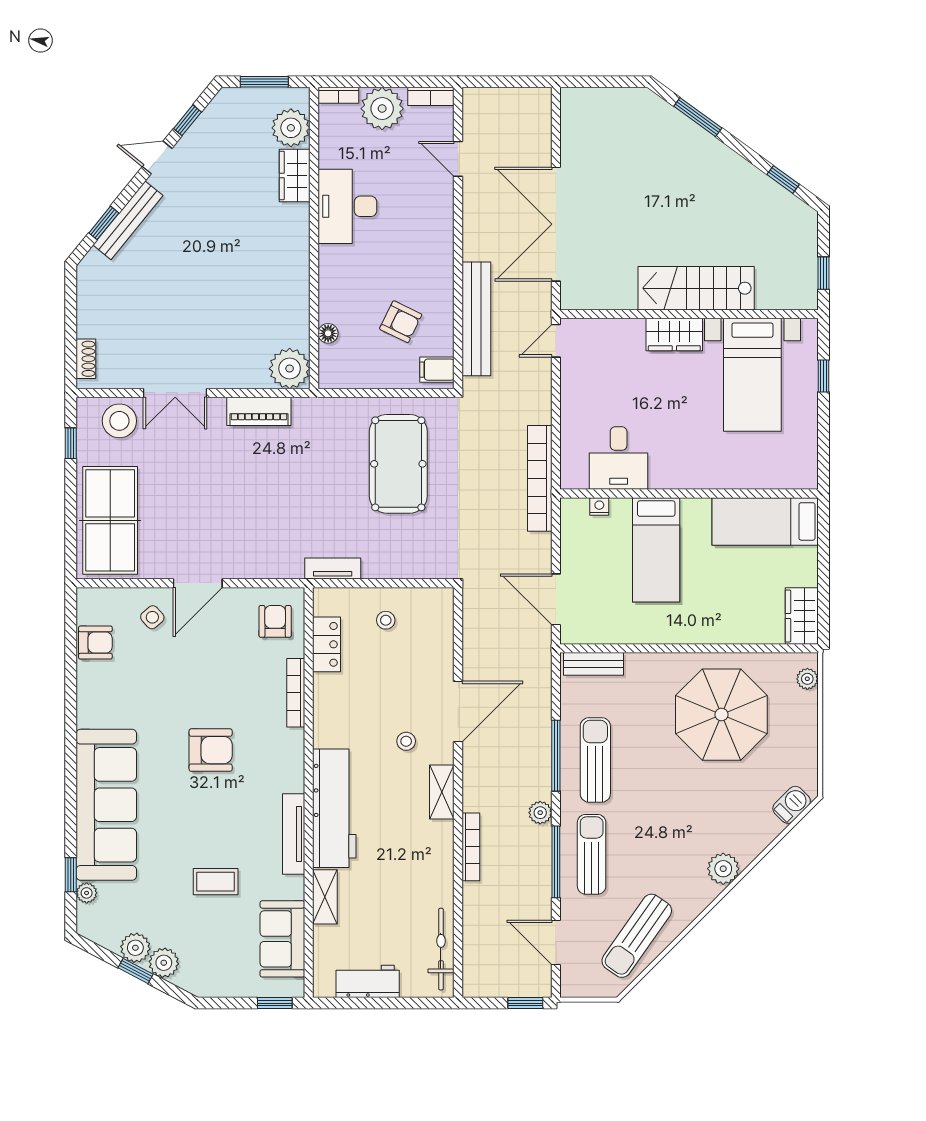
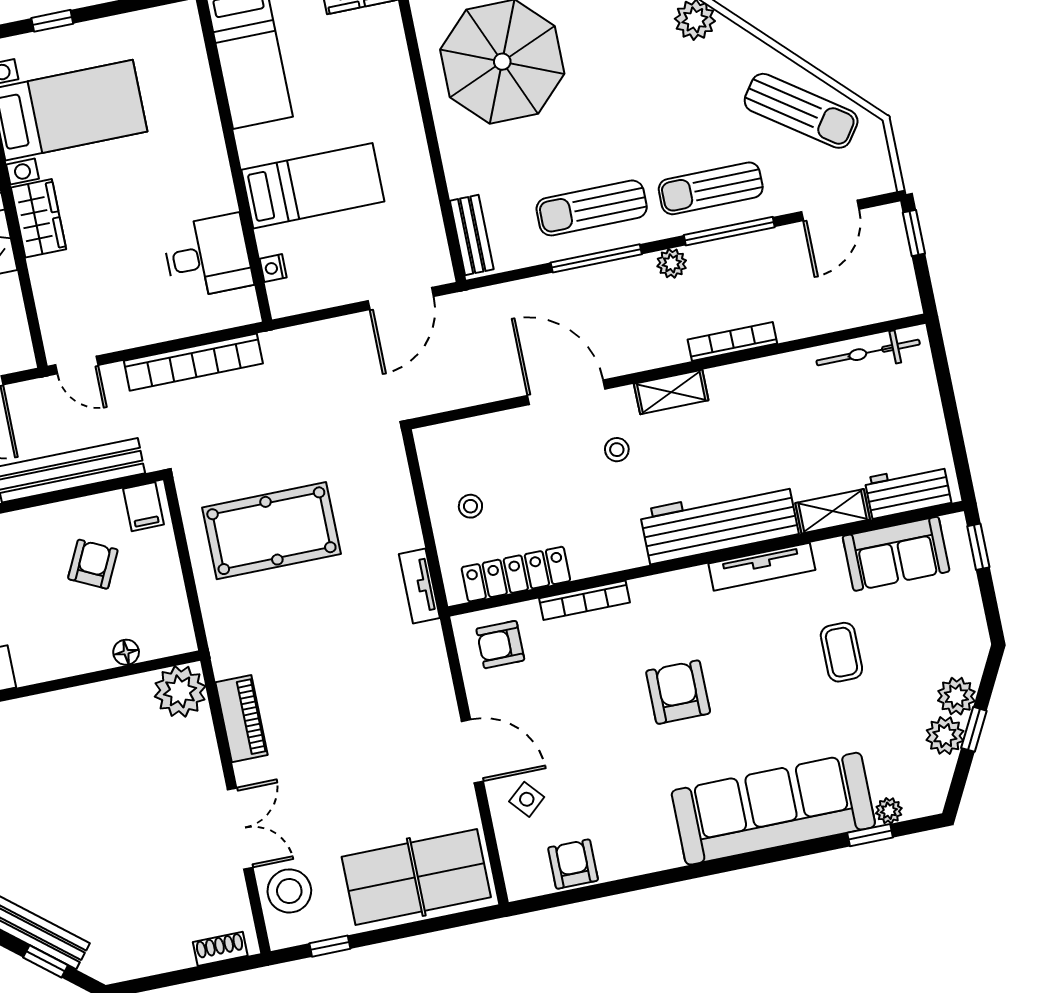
bookcase: (540, 478) -> (193, 362), moved
locker: (327, 644) -> (516, 574), width x1.53
workbench: (368, 981) -> (908, 491), moved, turned 90

